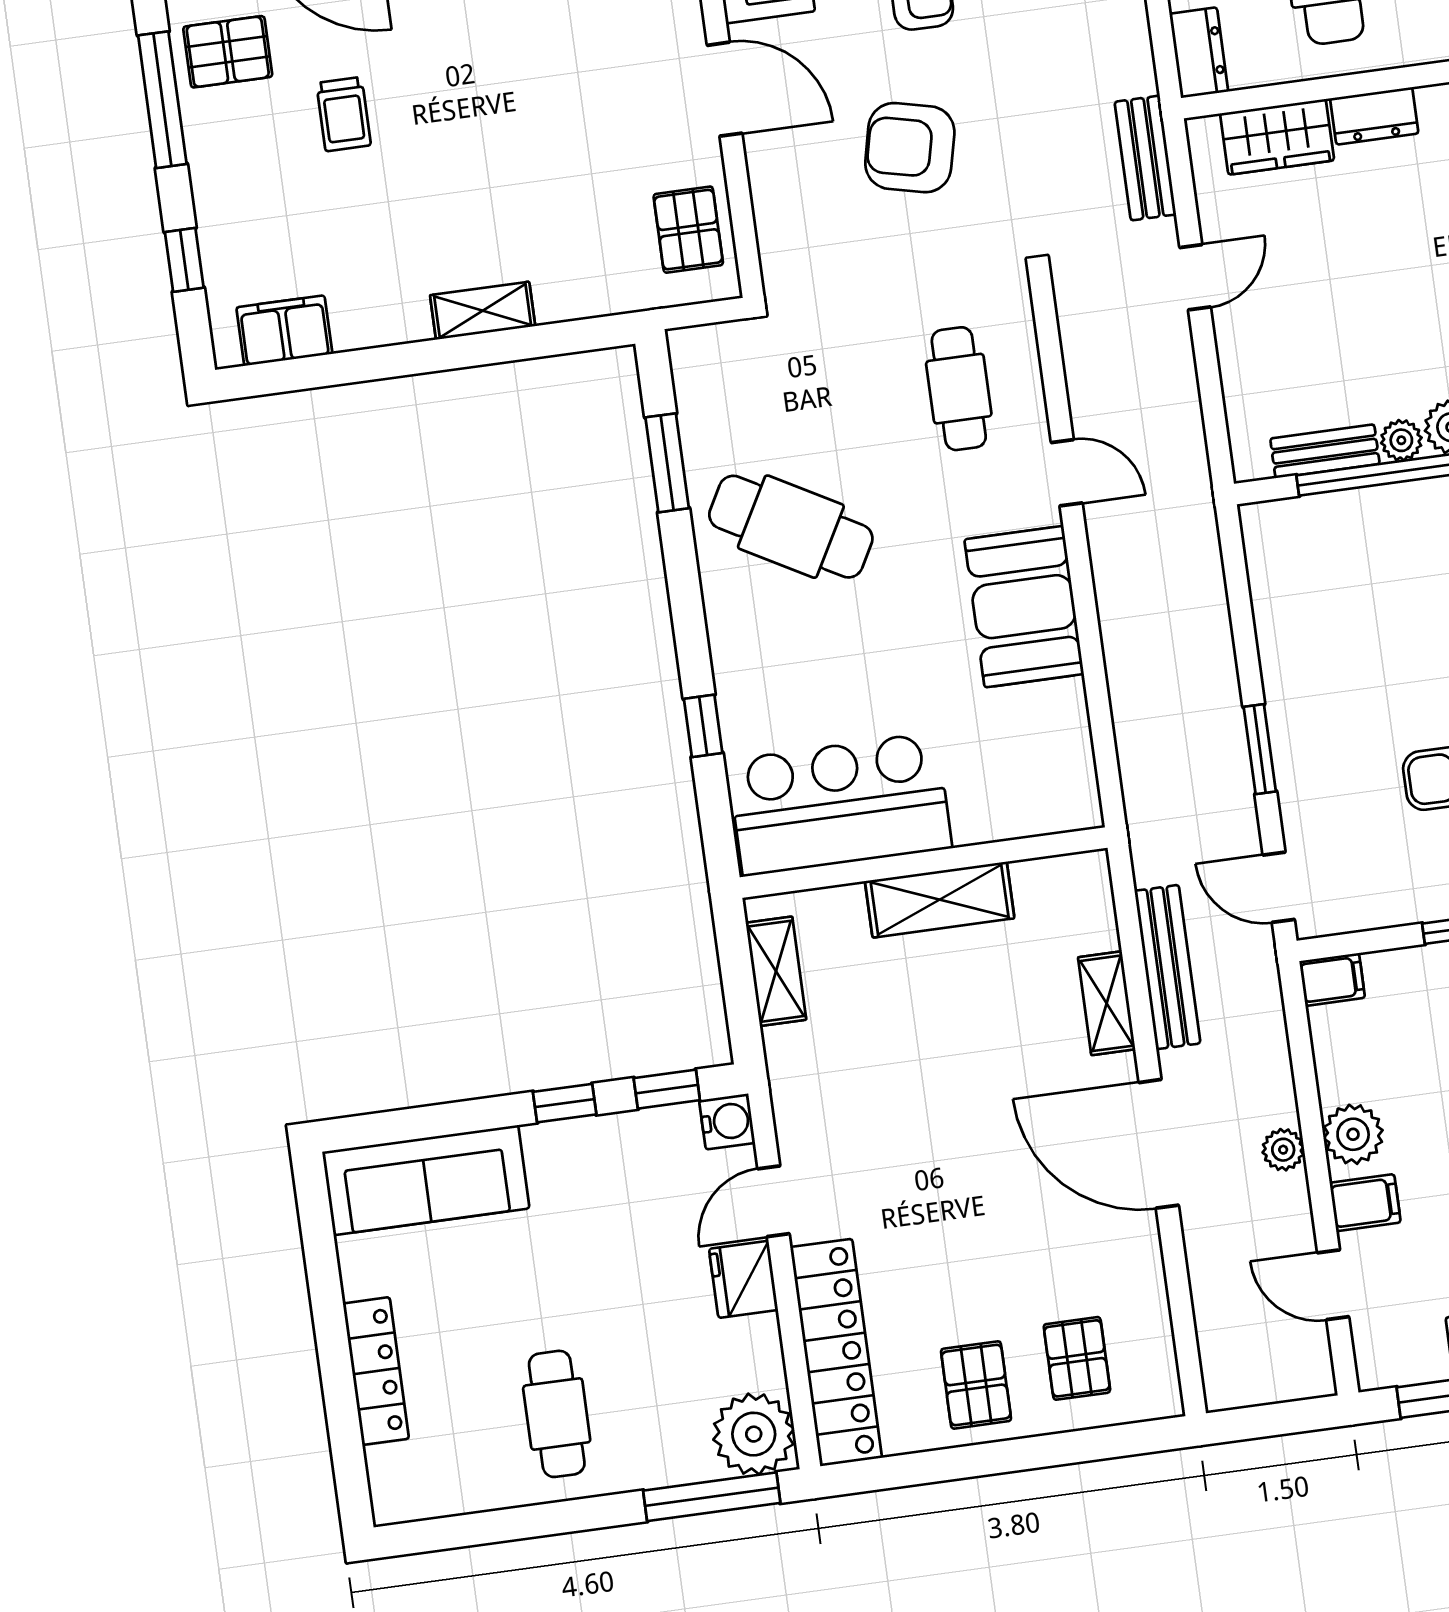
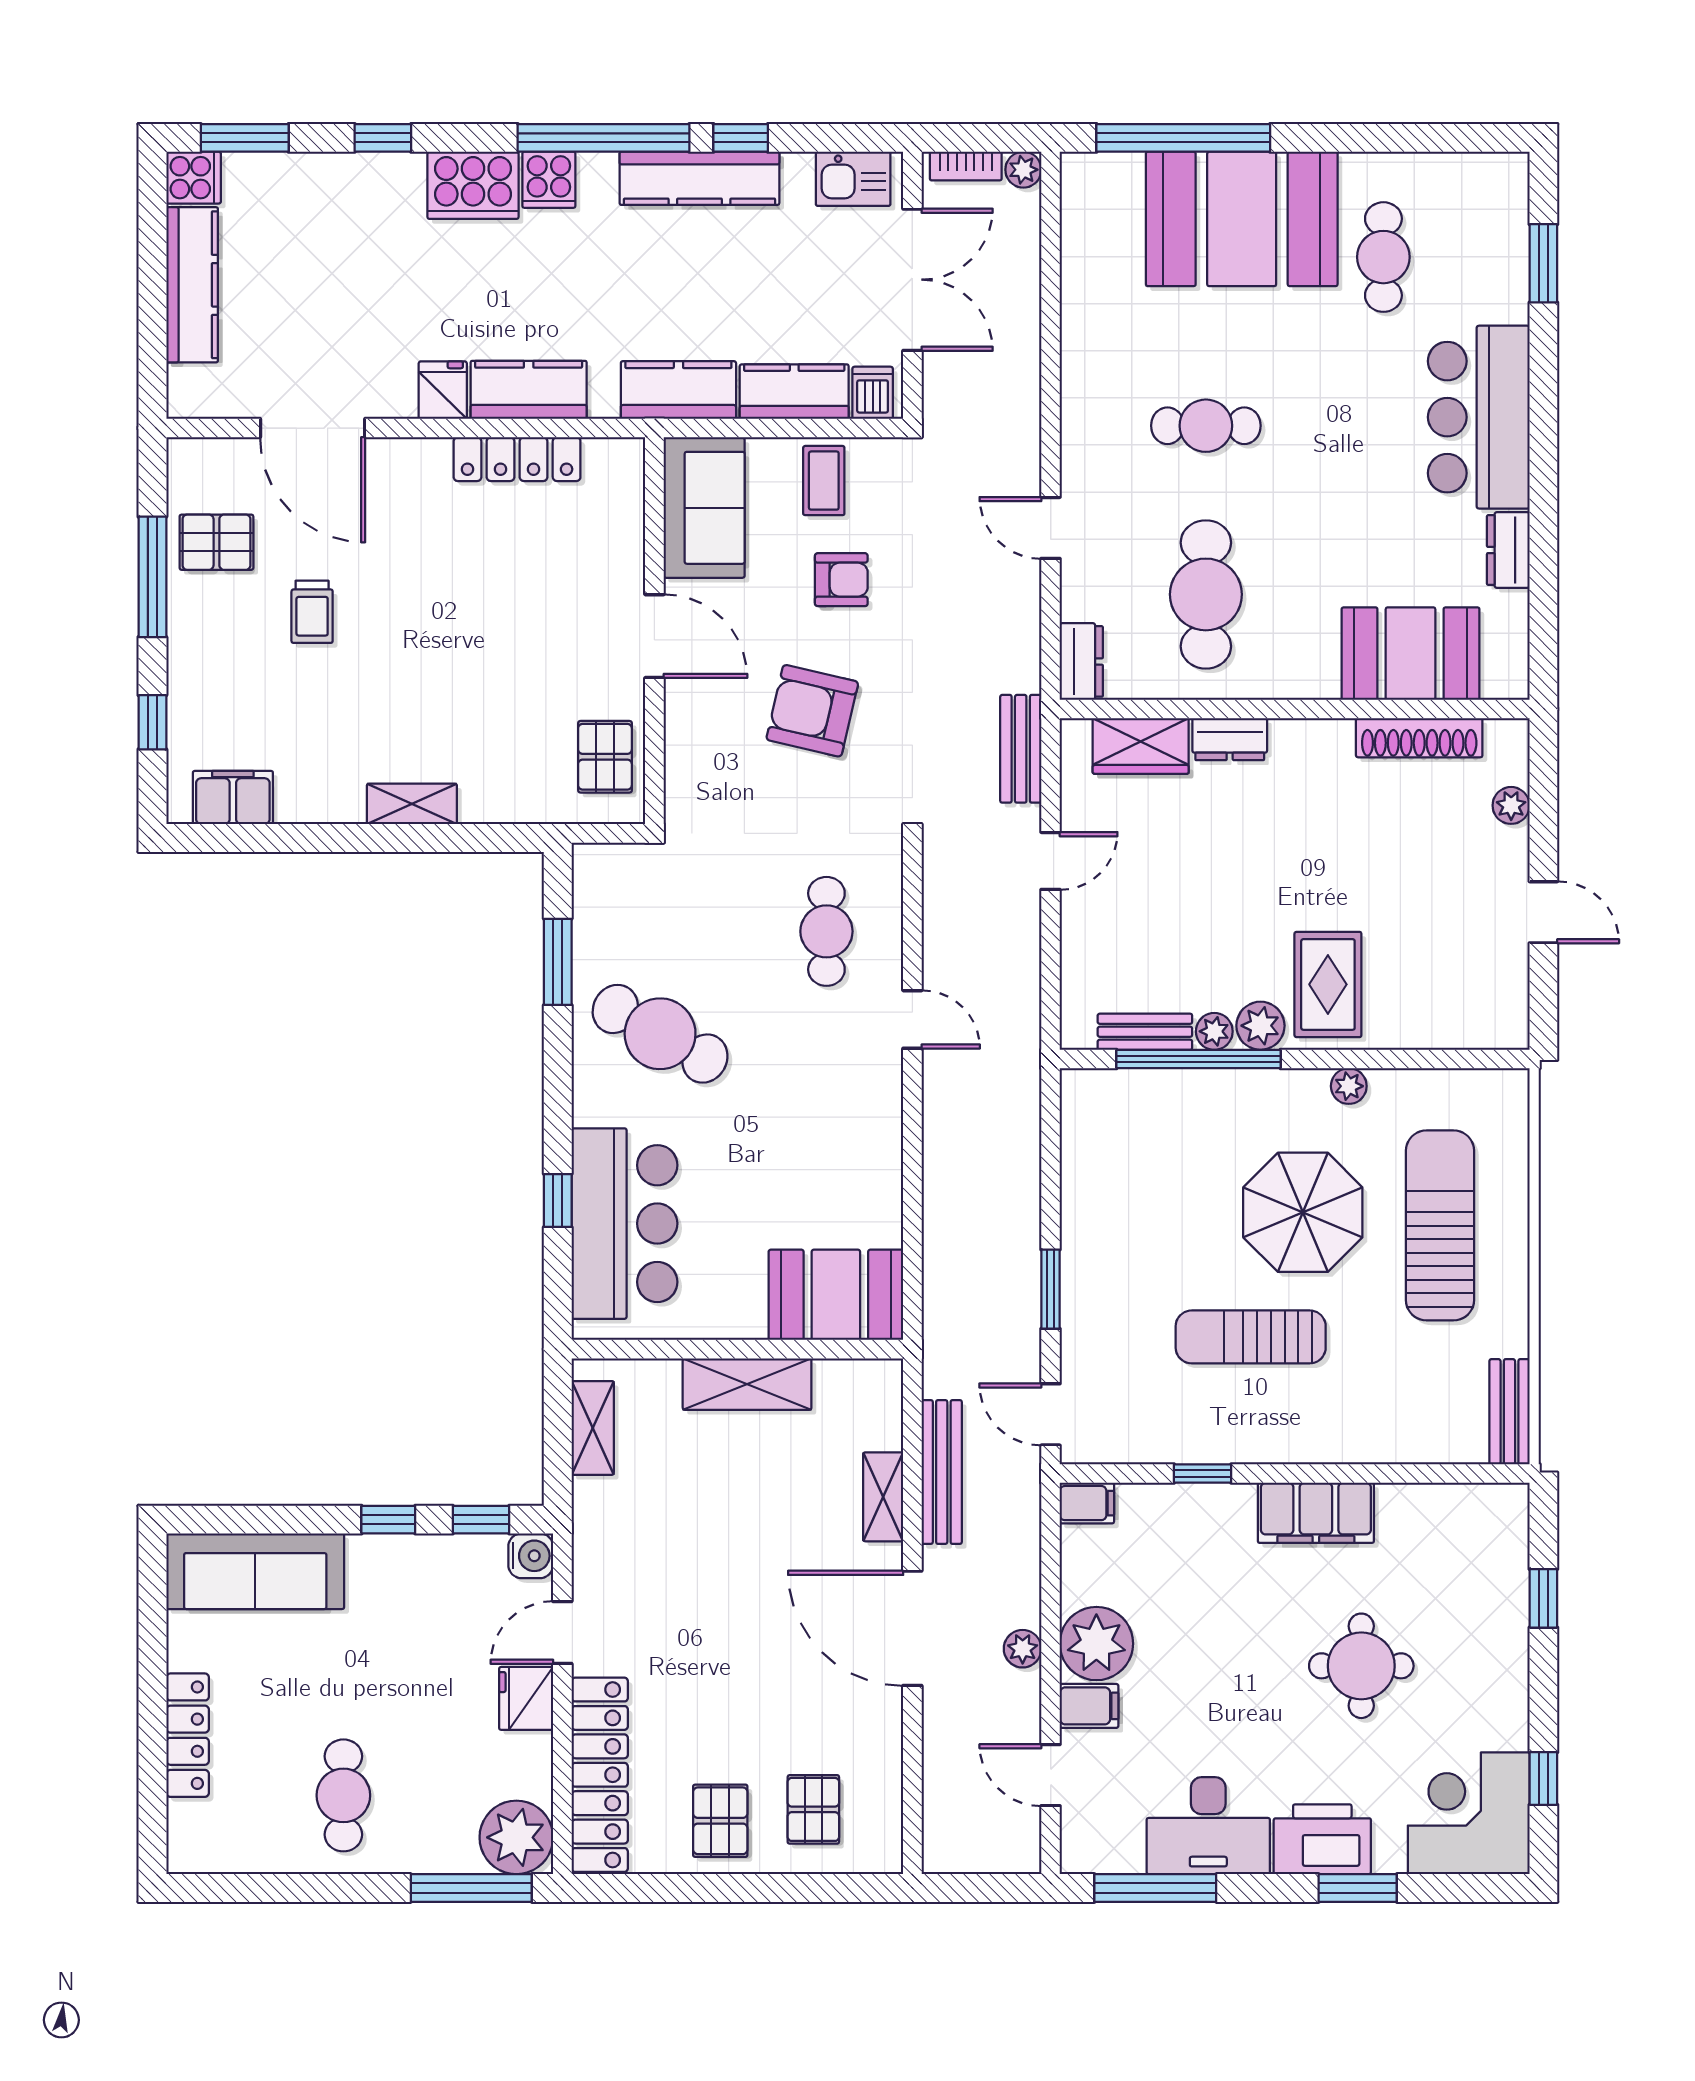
booth: (1024, 607) -> (836, 1295), moved, turned 90
bar counter: (840, 804) -> (624, 1224), moved, turned 90
plant: (1353, 1134) -> (1096, 1644), width x1.36, depth x1.36

